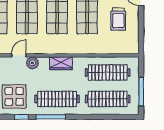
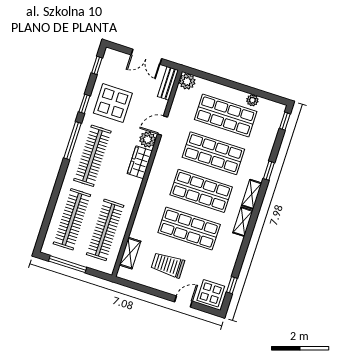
shelving: (119, 49) -> (130, 253), added
door: (19, 55) -> (162, 126), swing flipped
wardrobe: (61, 63) -> (140, 162), moved

